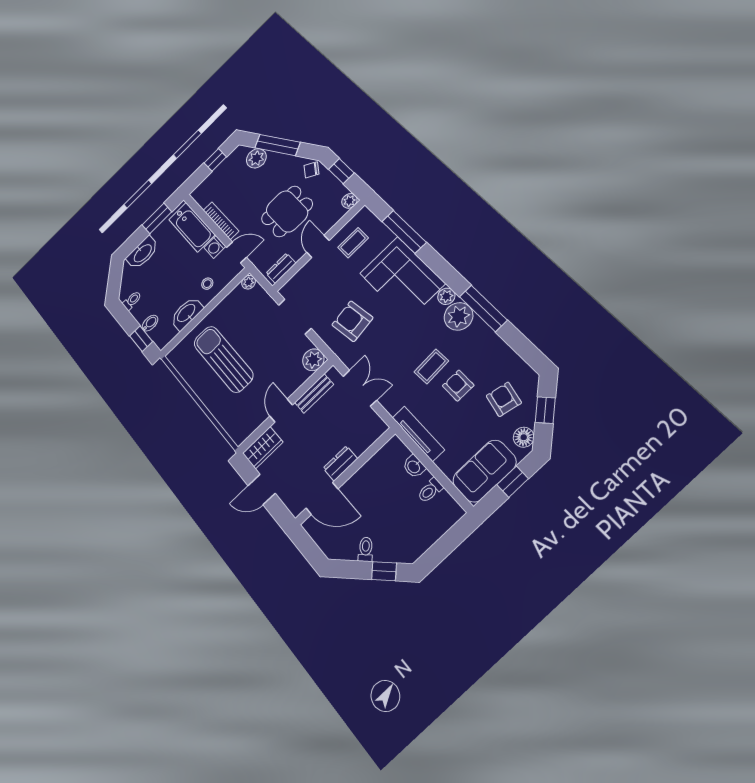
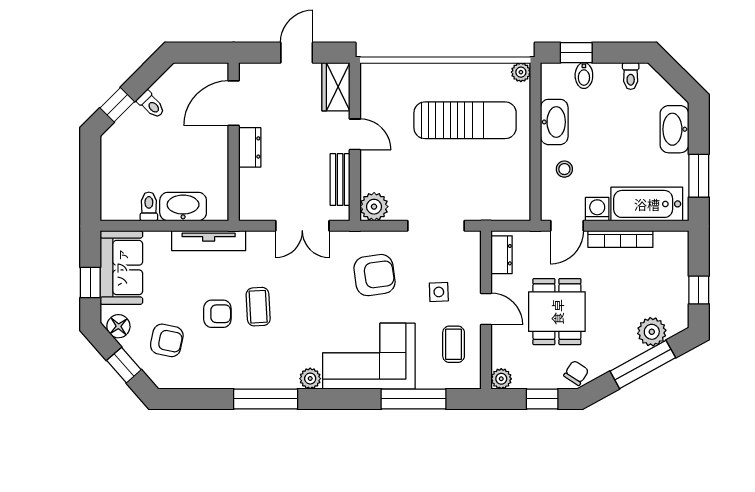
side table: (331, 279) -> (439, 292), added
plant: (249, 282) -> (521, 72), moved
plant: (459, 316) -> (280, 372), removed
washbasin: (414, 467) -> (183, 207), width x1.91, depth x1.45

